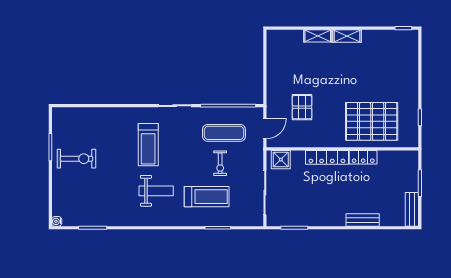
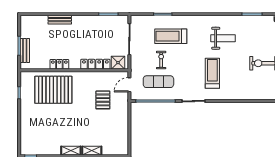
locker: (327, 157) -> (95, 64), moved
weight bench: (156, 191) -> (223, 38), moved, turned 180
bench: (412, 209) -> (25, 50), moved

